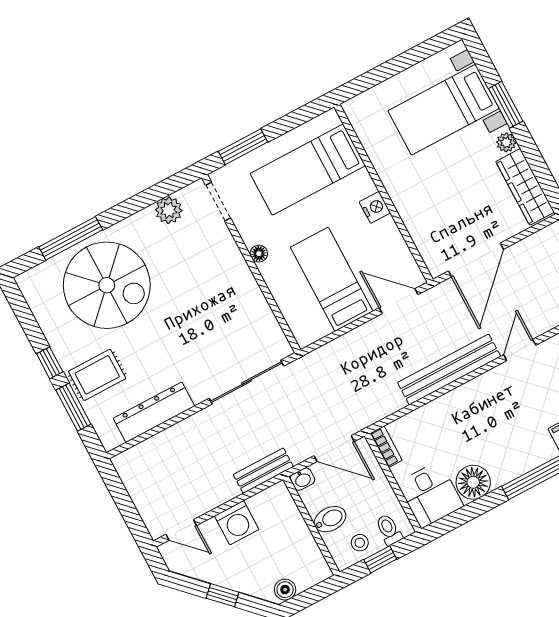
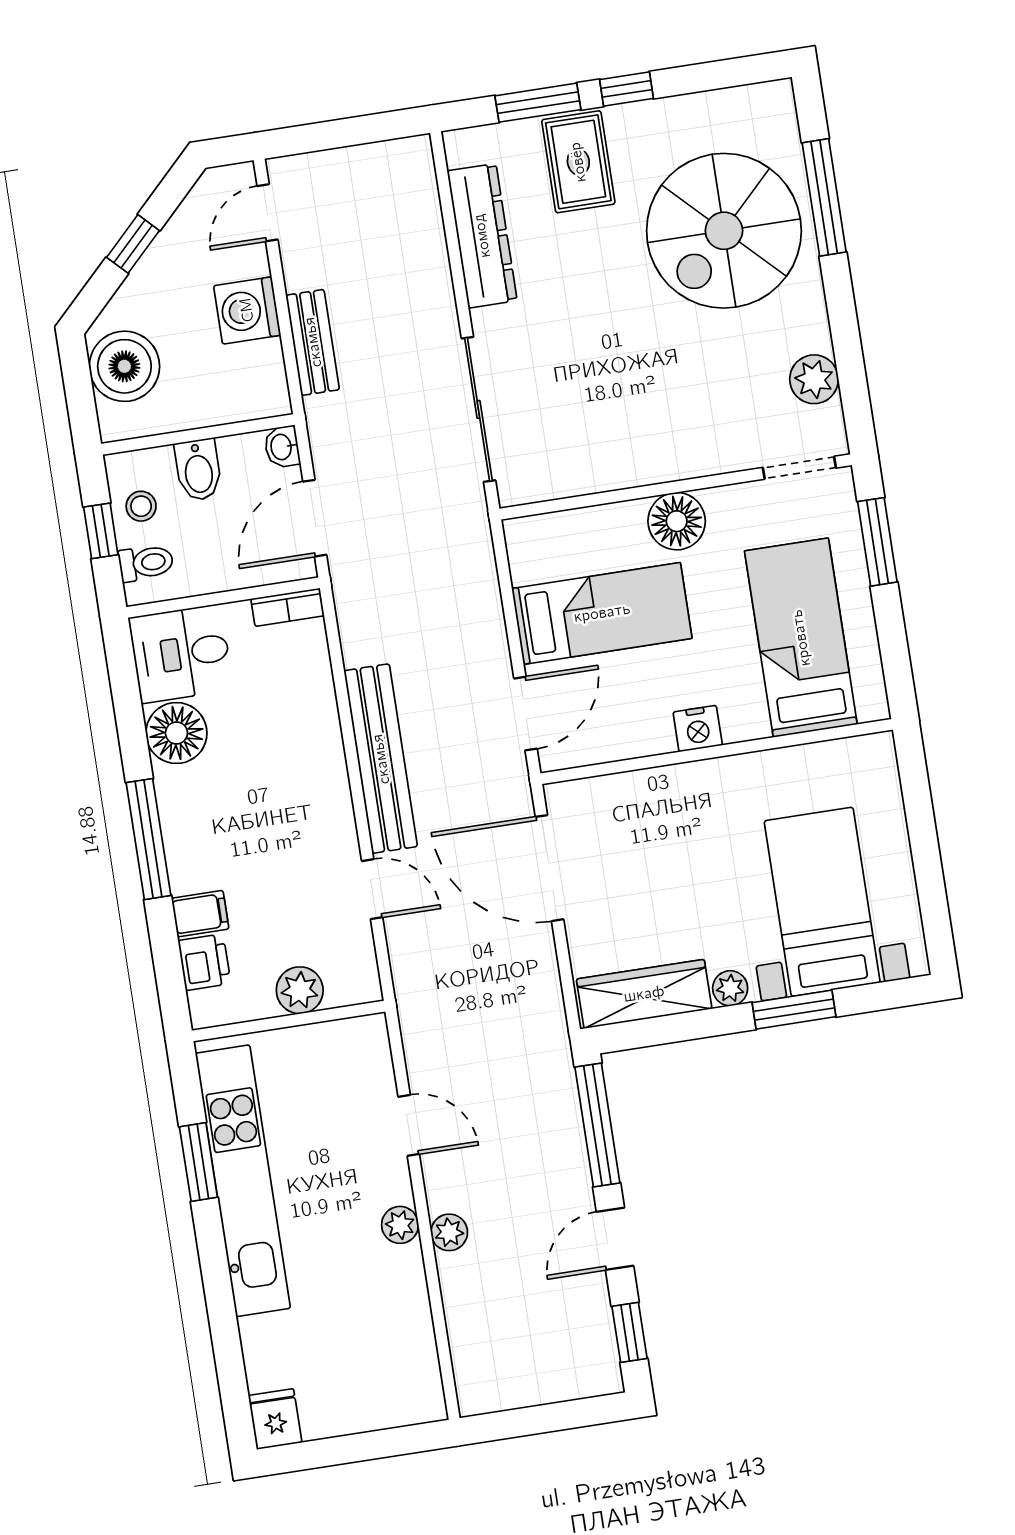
floor lamp: (259, 254) -> (677, 521), width x1.89, depth x1.89
bench: (263, 471) -> (313, 342), moved
boiler: (285, 590) -> (124, 366), width x1.86, depth x1.86

